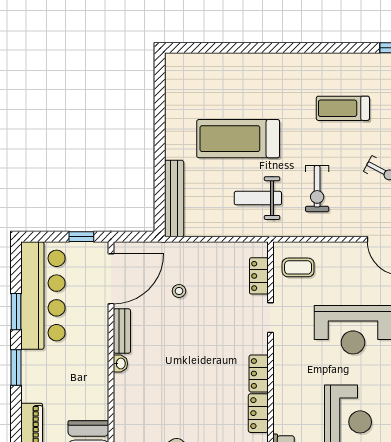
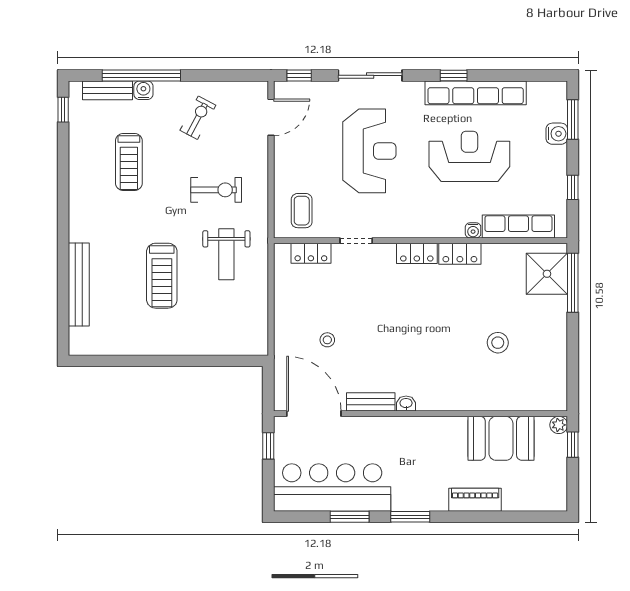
treadmill: (238, 139) -> (162, 276), width x0.73, depth x0.73
bench: (174, 198) -> (79, 284), moved, turned 90
water cooler: (280, 425) -> (473, 230), added

